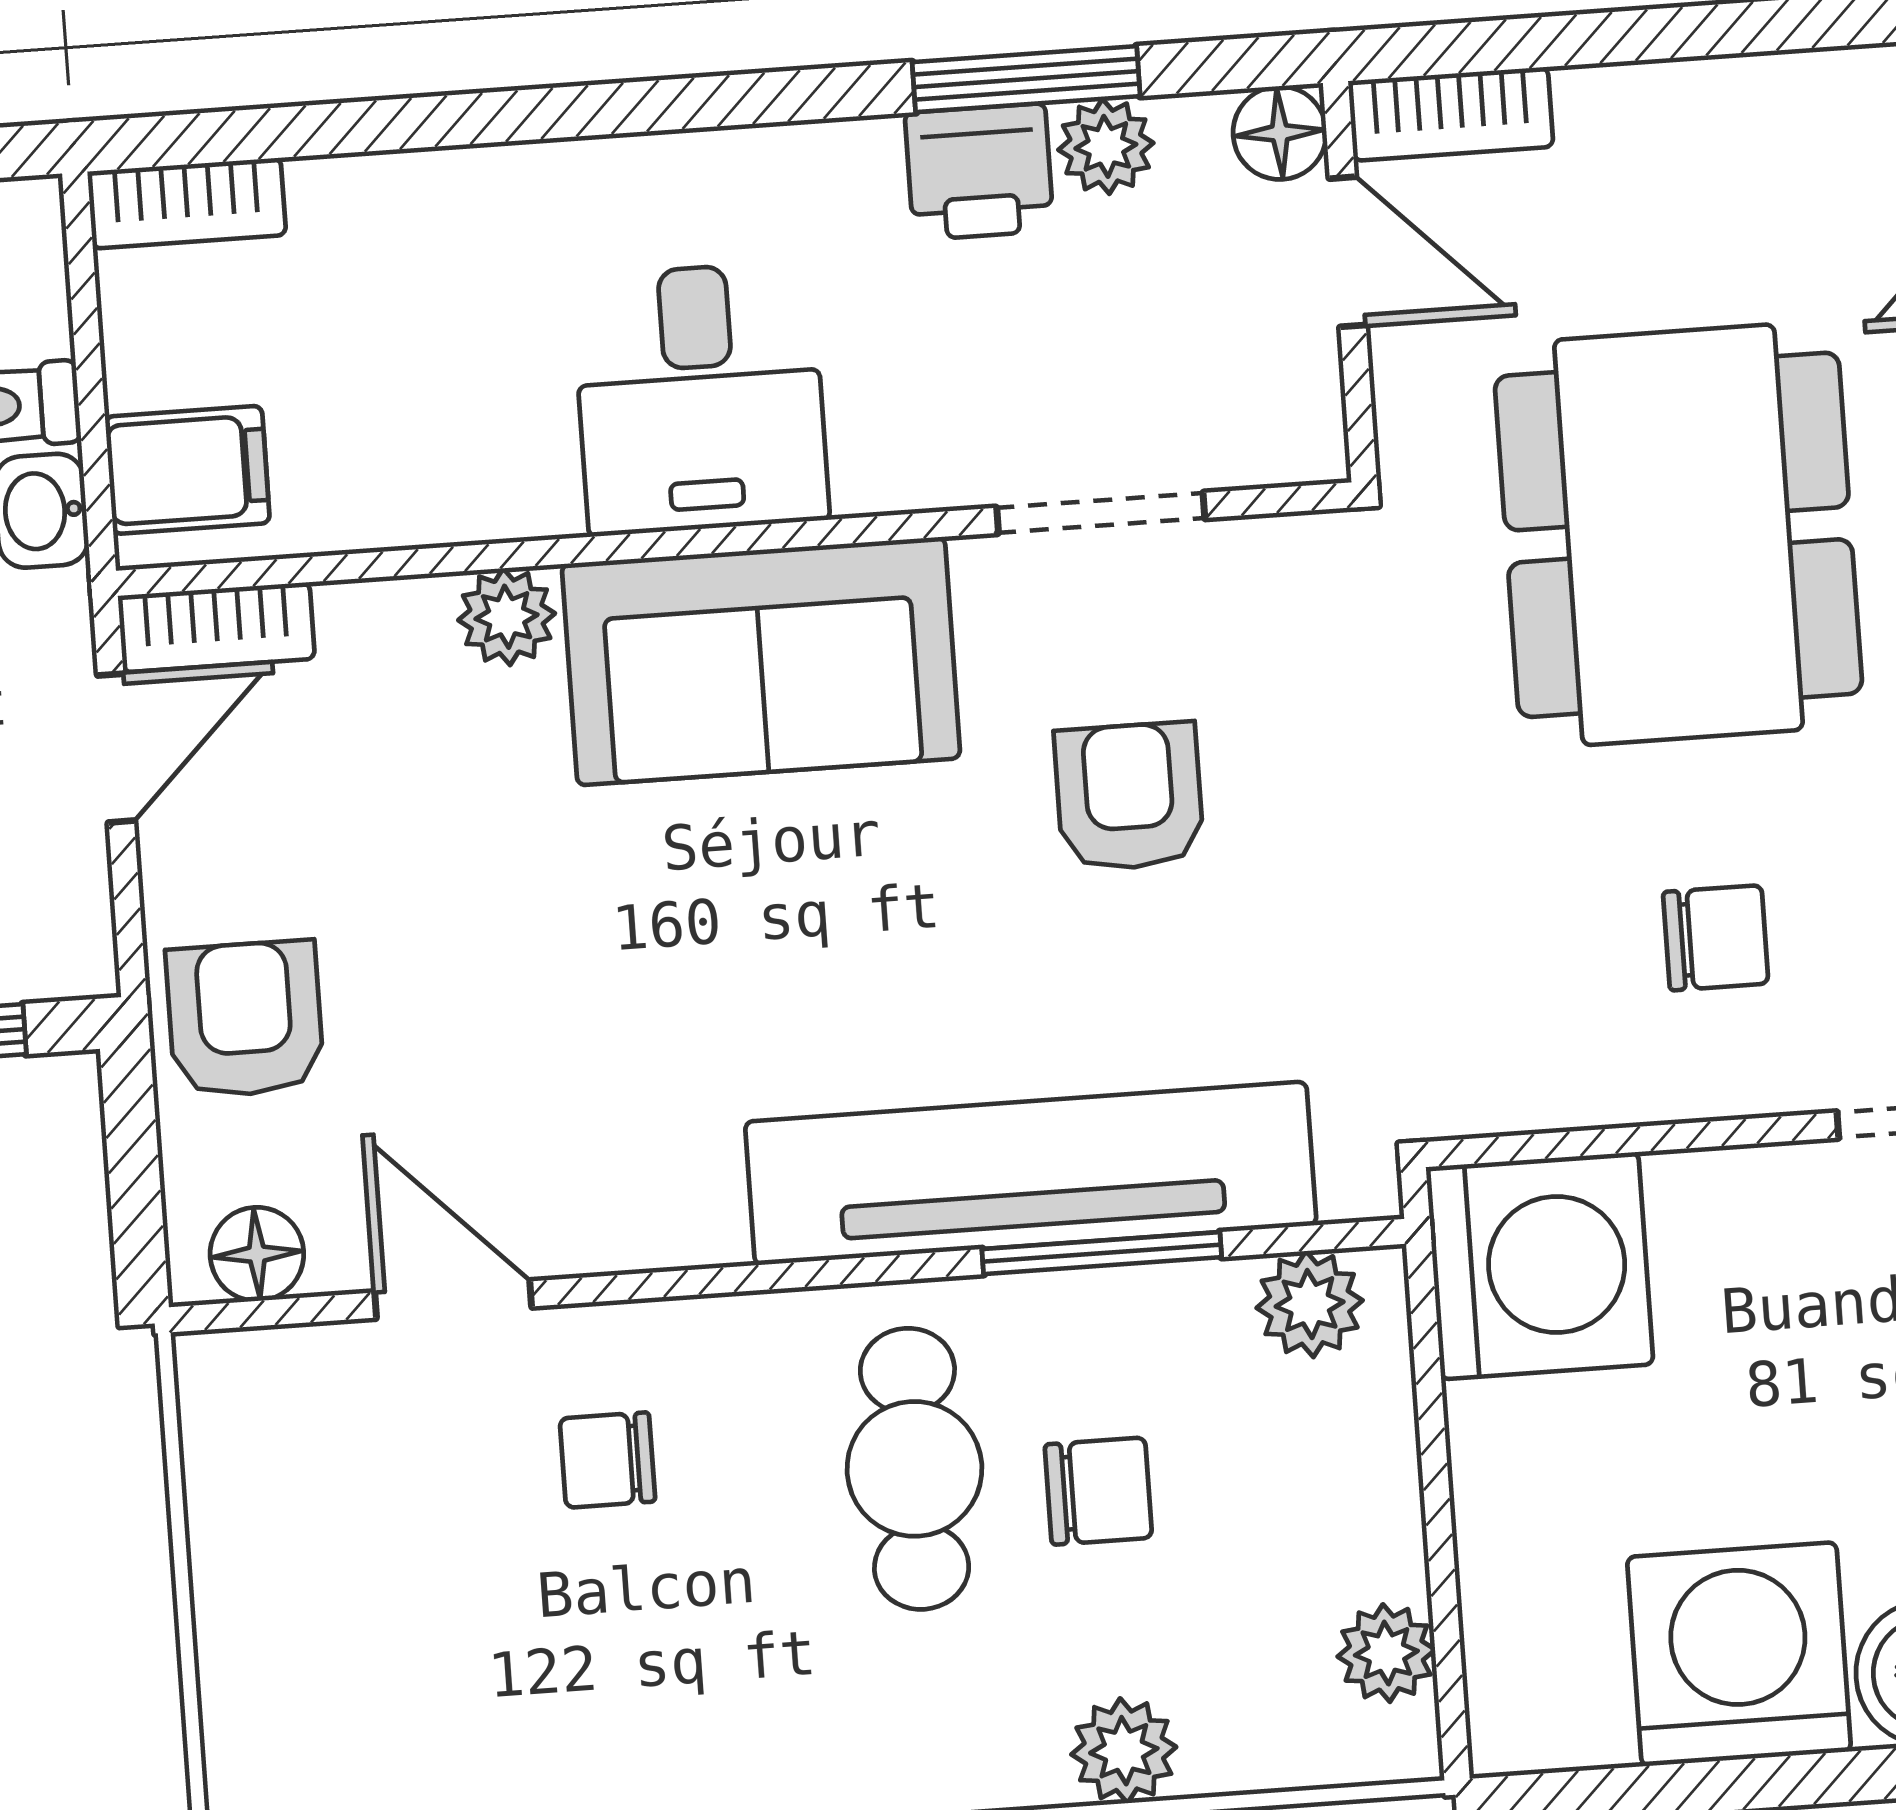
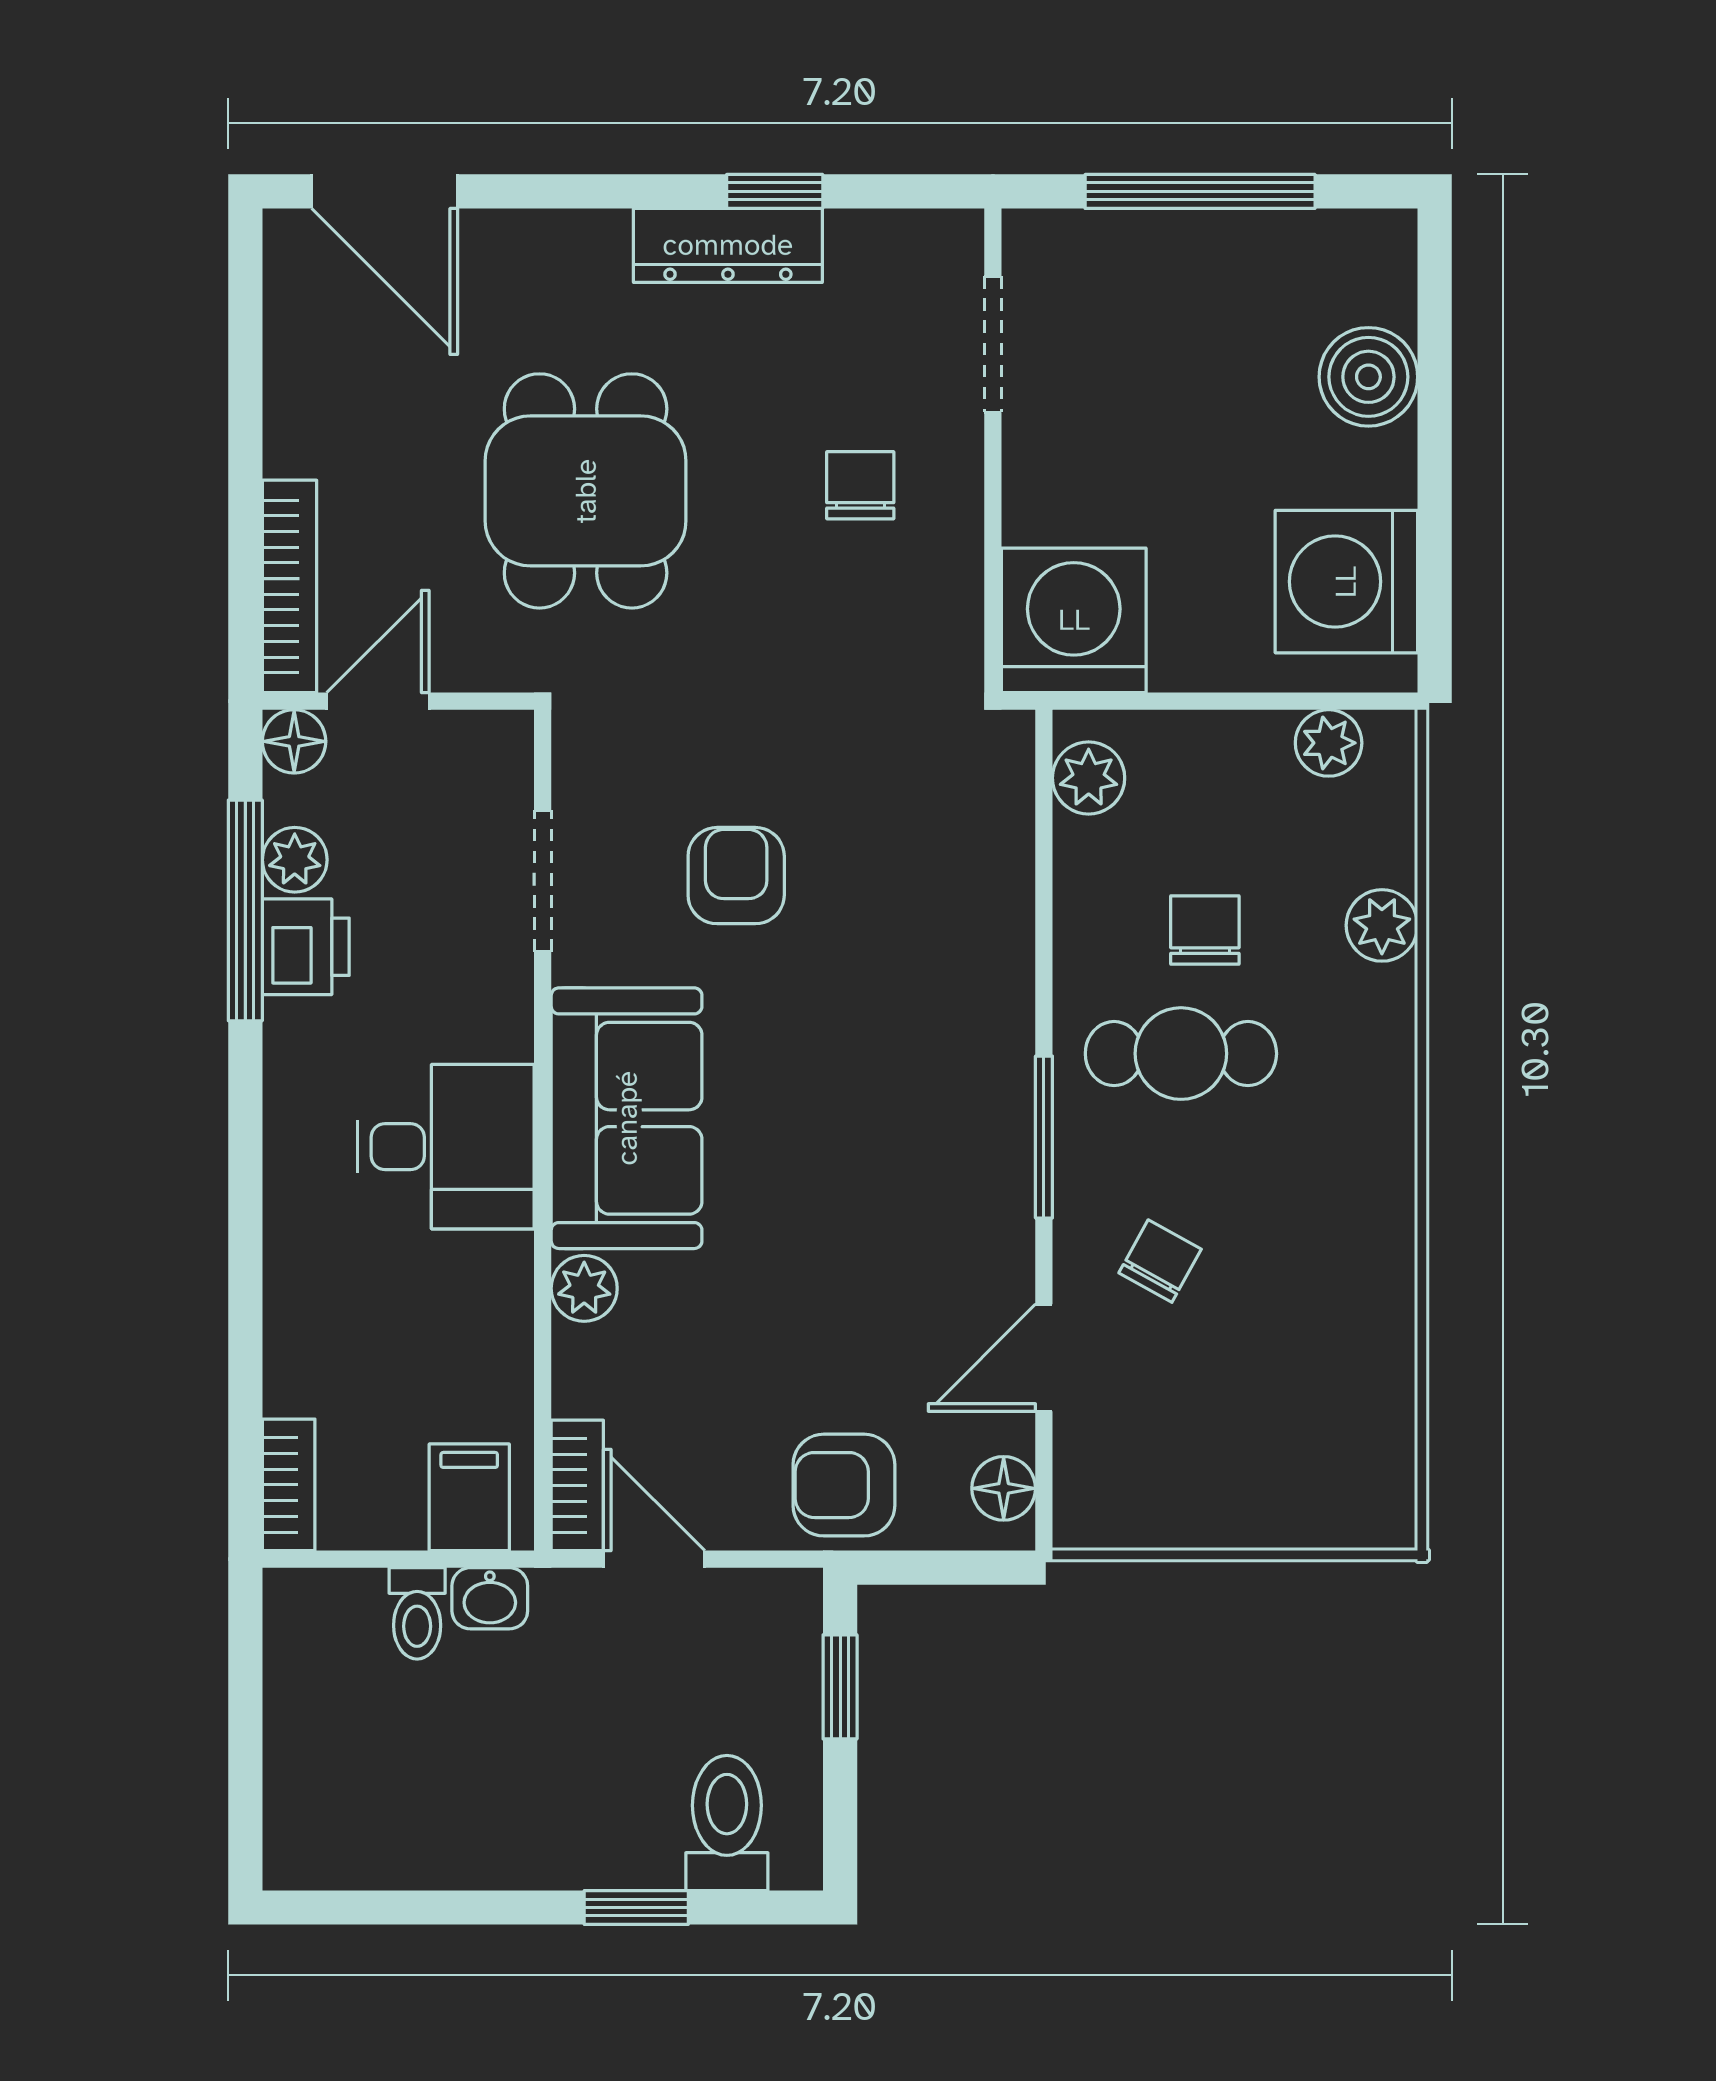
window: (1026, 79) -> (245, 910), width x1.44
bookcase: (1451, 114) -> (290, 586), width x1.56
dining table: (1678, 535) -> (586, 491), width x0.73
armchair: (1129, 797) -> (736, 876), turned 90
tv unit: (1031, 1173) -> (987, 961), removed
window: (1102, 1253) -> (1044, 1137), moved
chair: (607, 1460) -> (1160, 1261), turned -151
washing machine: (1739, 1654) -> (1346, 582), moved

